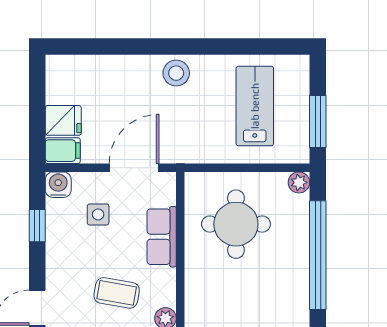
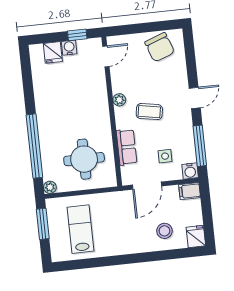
stool: (176, 73) -> (164, 231), moved
lab bench: (255, 106) -> (80, 229), turned 180
fridge: (63, 120) -> (196, 236), moved, turned 90
window: (37, 226) -> (200, 146), width x2.17

